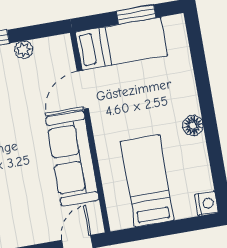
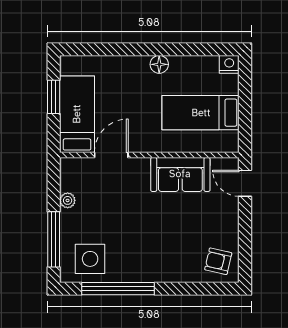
door: (83, 90) -> (111, 155), swing flipped
sofa: (72, 159) -> (180, 174), width x0.73

